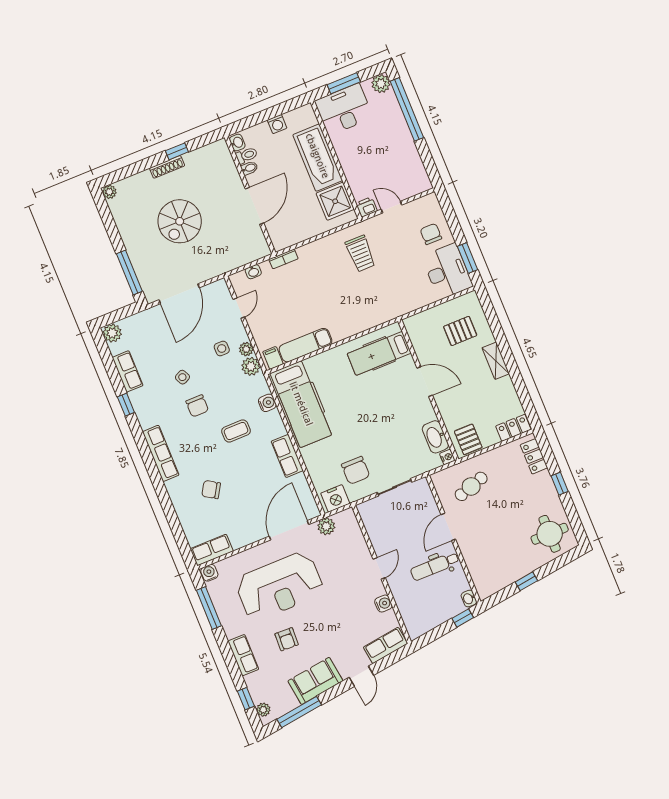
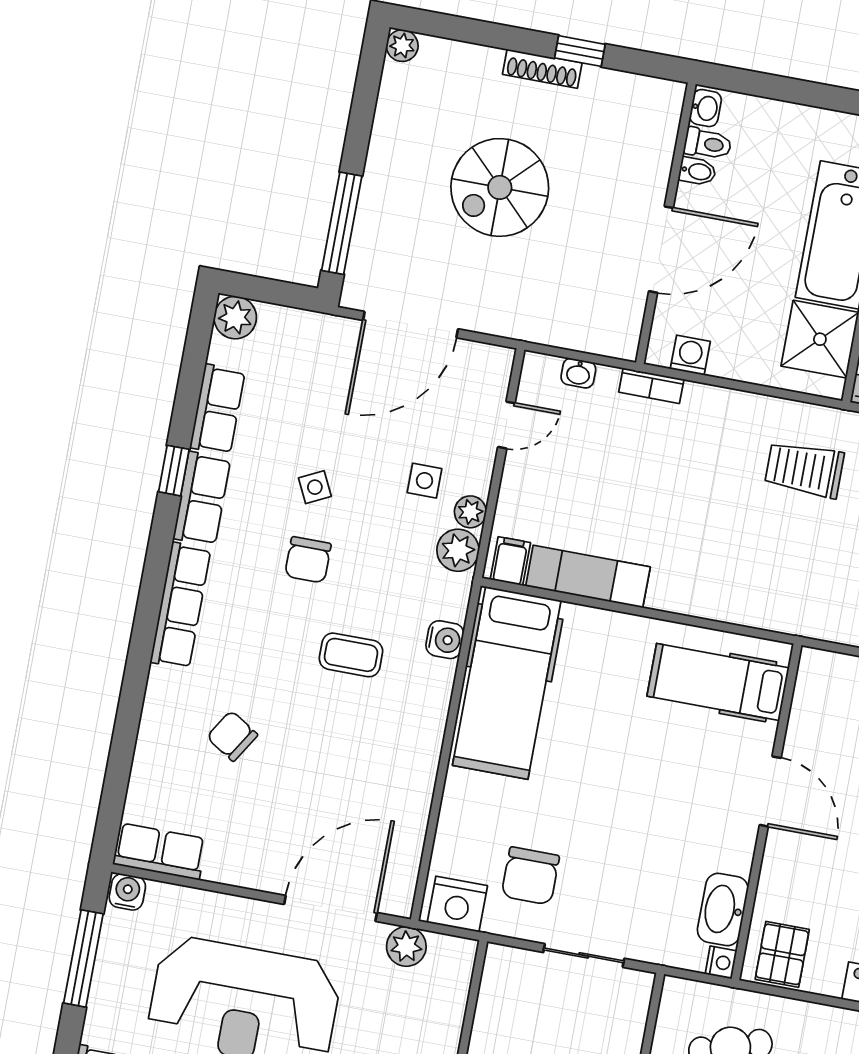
washing machine: (277, 124) -> (690, 355), moved, turned 180
trolley: (360, 253) -> (804, 469), turned 90
row of seats: (287, 456) -> (202, 499), moved, turned 180

